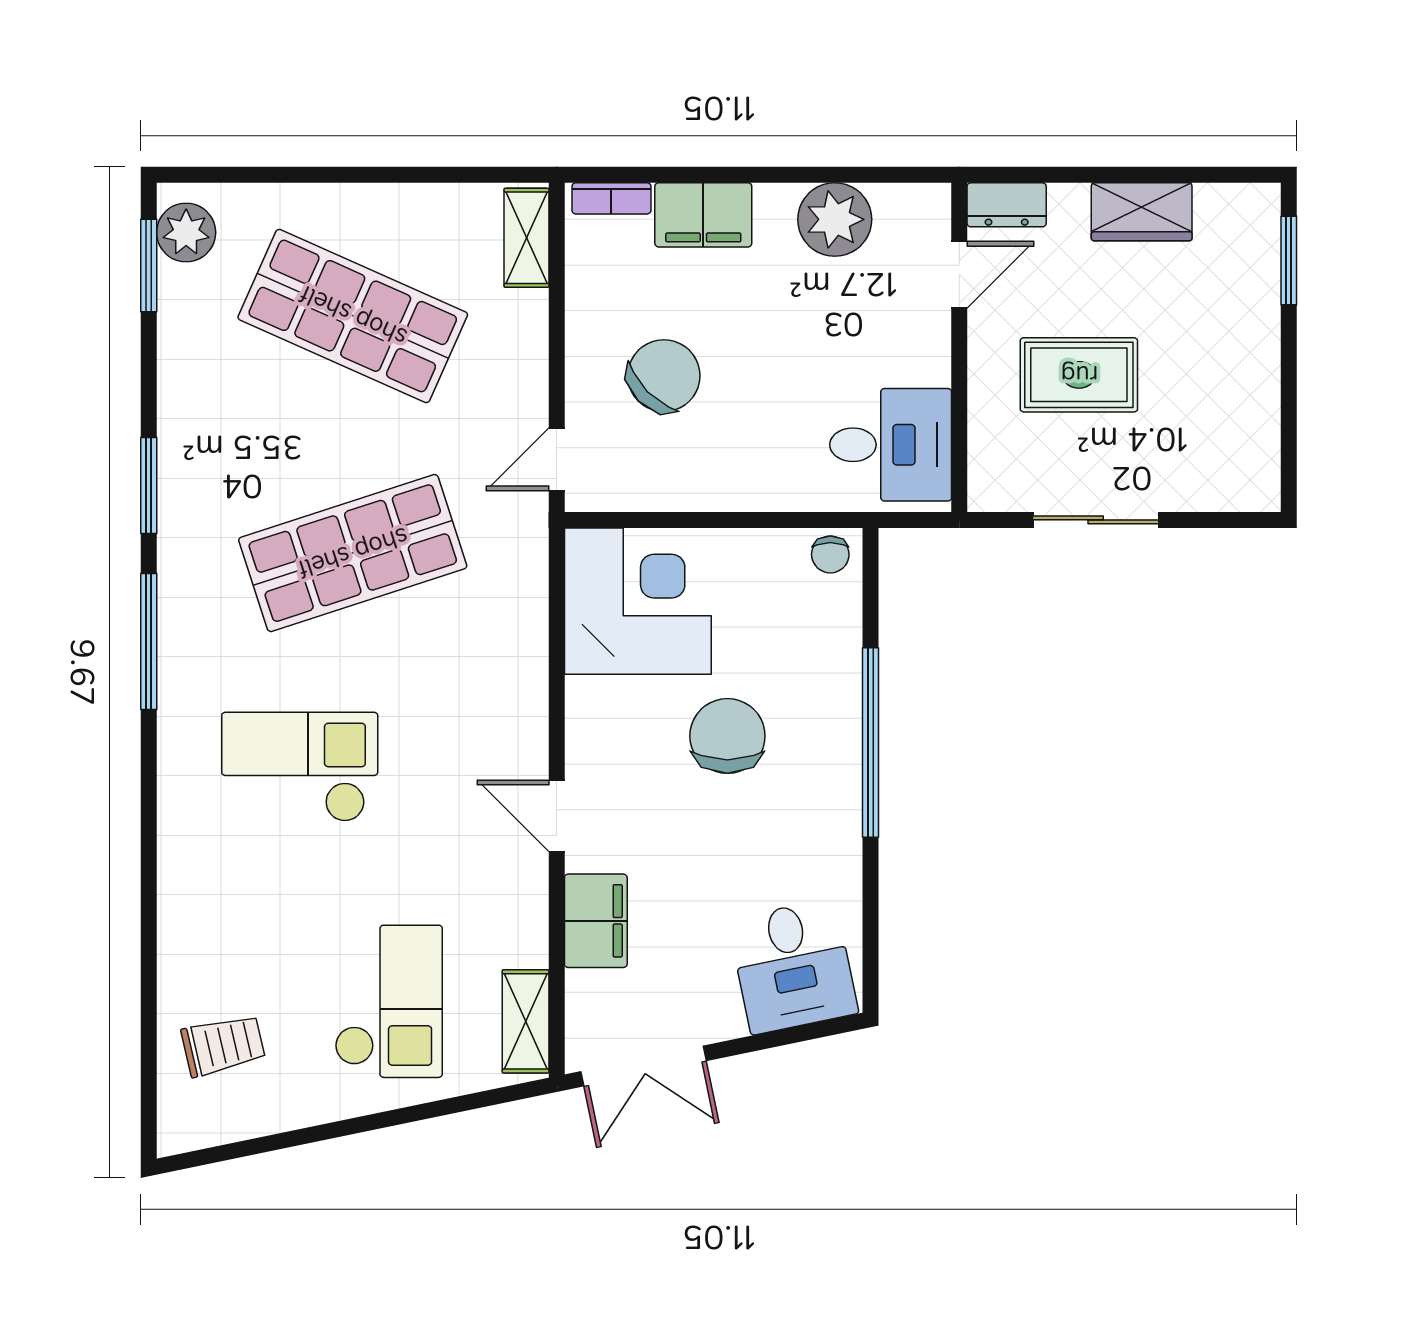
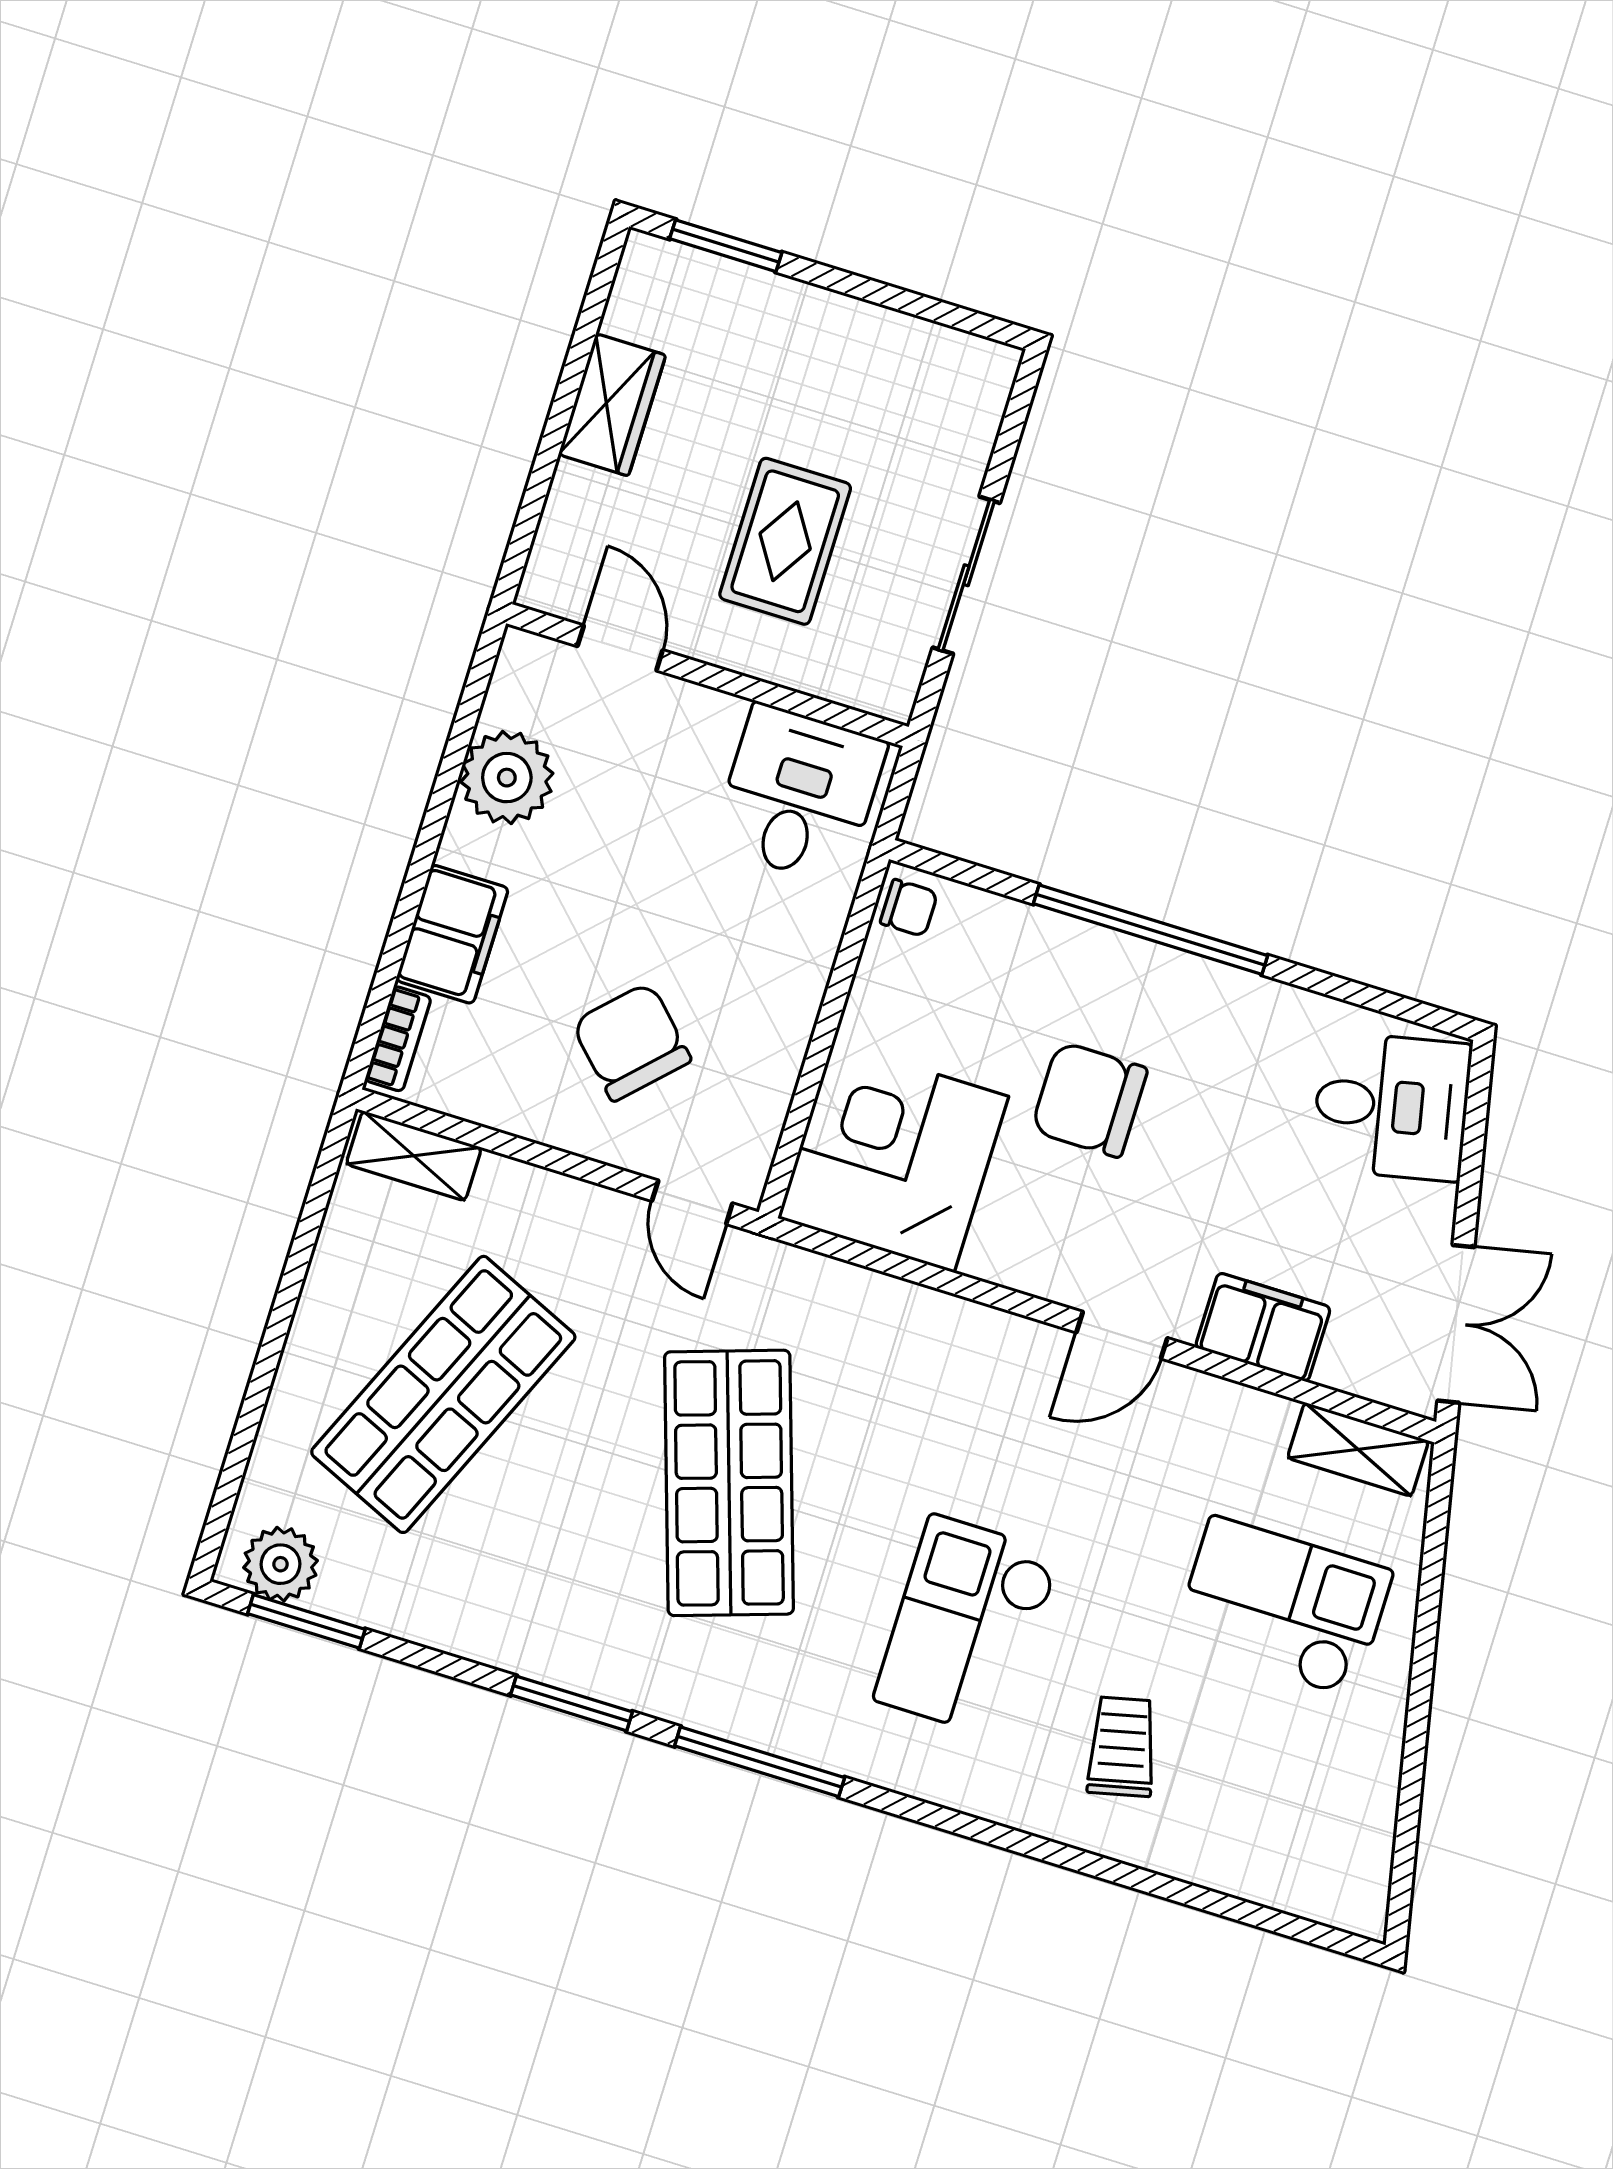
dresser: (1007, 205) -> (553, 565), removed
trolley: (223, 1045) -> (1122, 1747), moved

